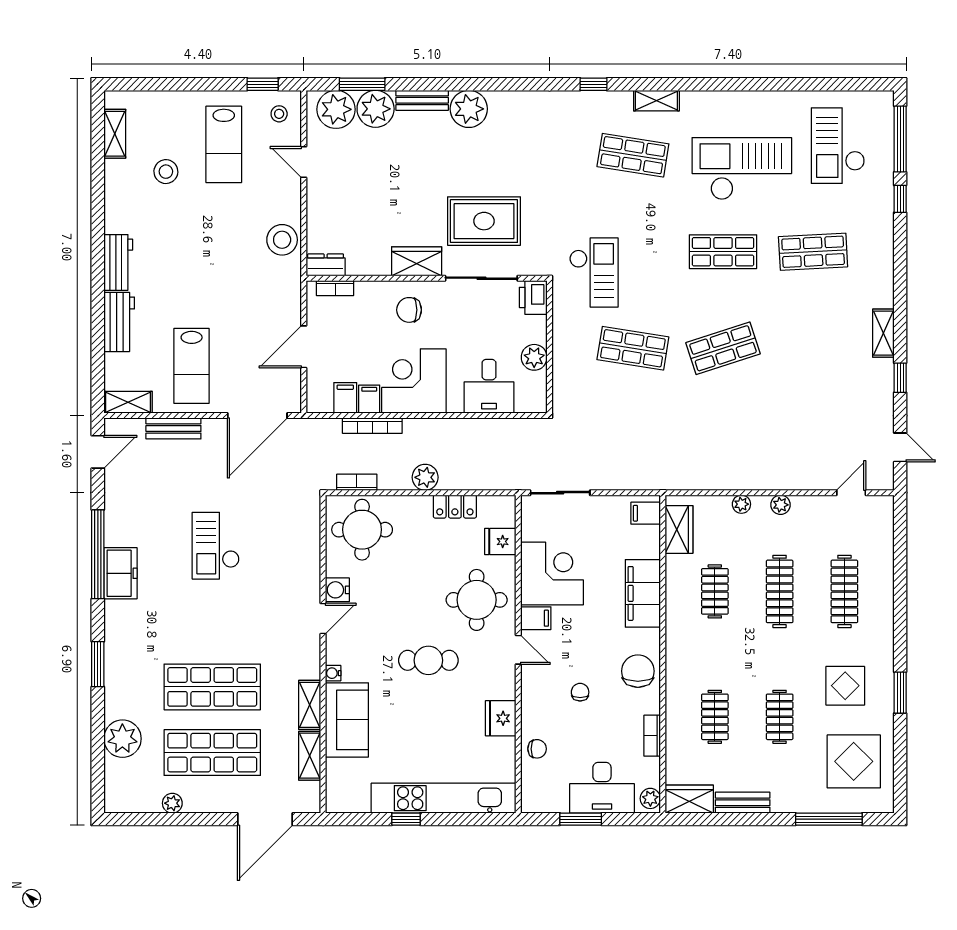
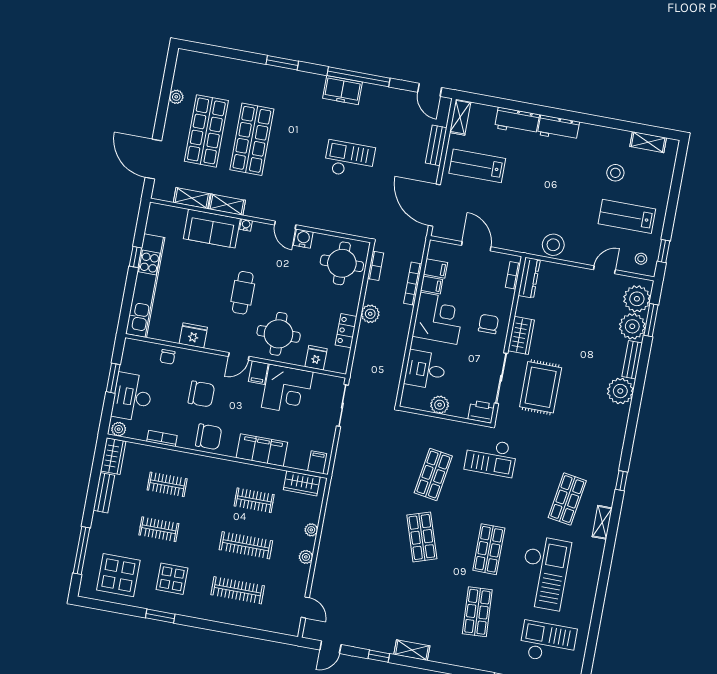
dresser: (326, 265) -> (529, 278), width x1.44
chair: (580, 692) -> (201, 394), width x1.87, depth x1.87
plant: (122, 739) -> (227, 70), removed

